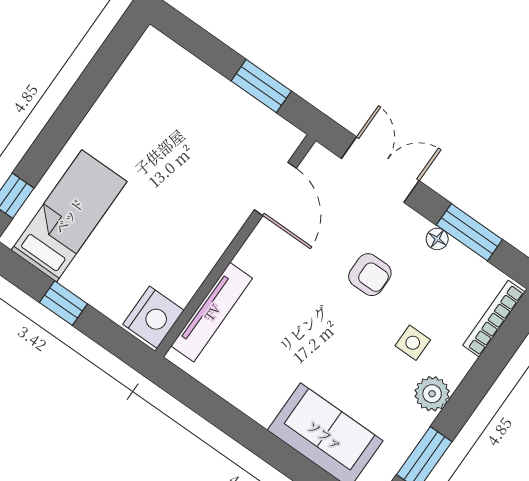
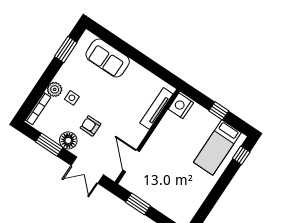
floor lamp: (437, 239) -> (68, 140), width x1.89, depth x1.89
plant: (432, 394) -> (55, 89), moved

